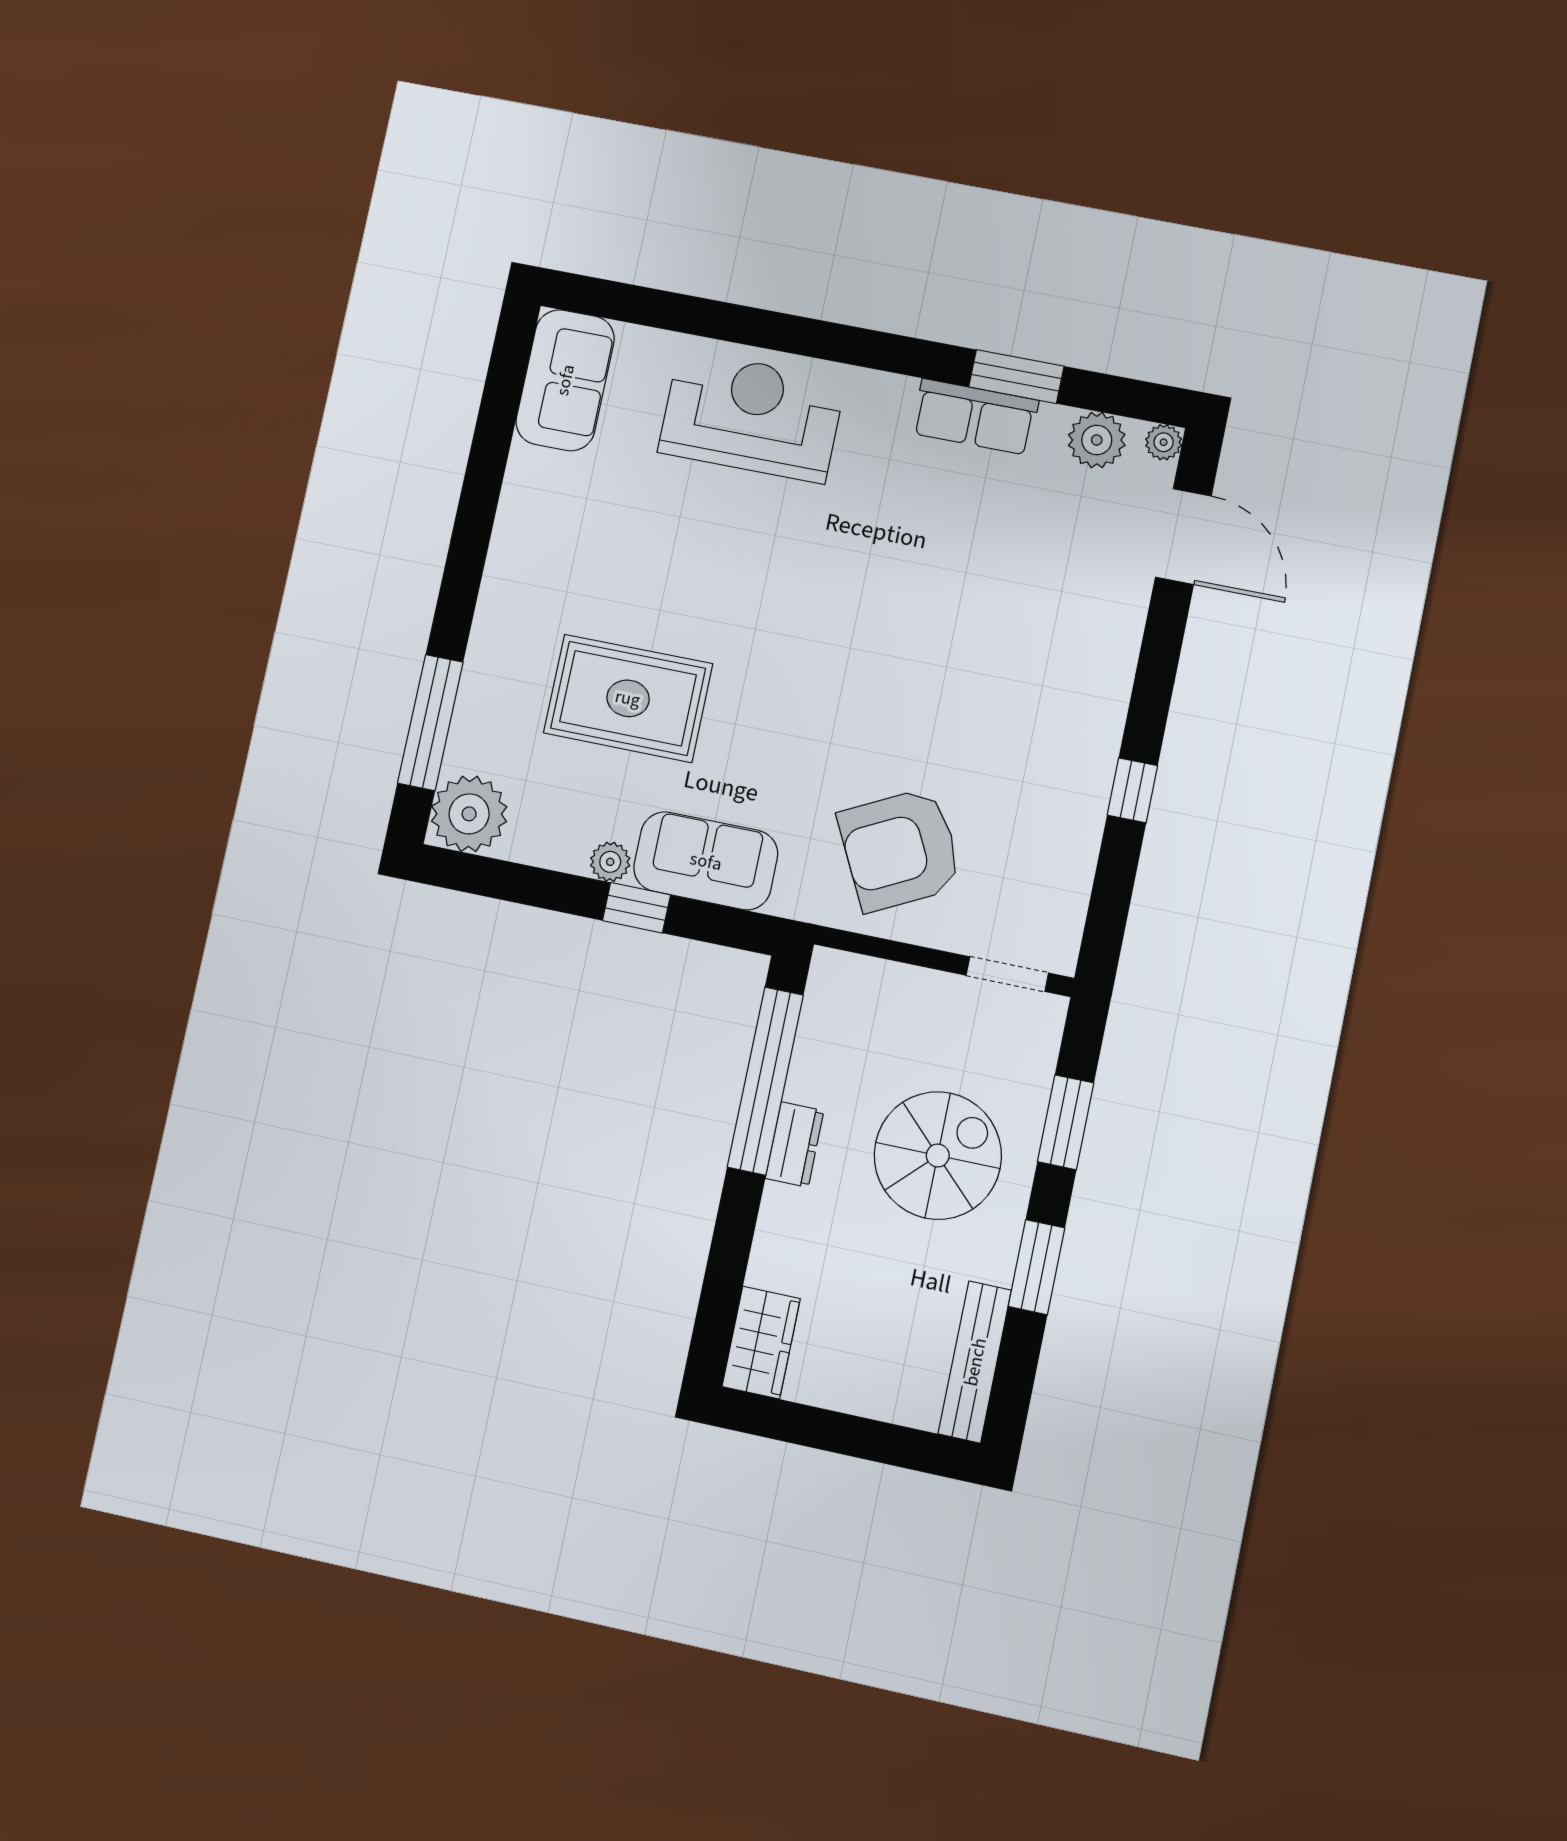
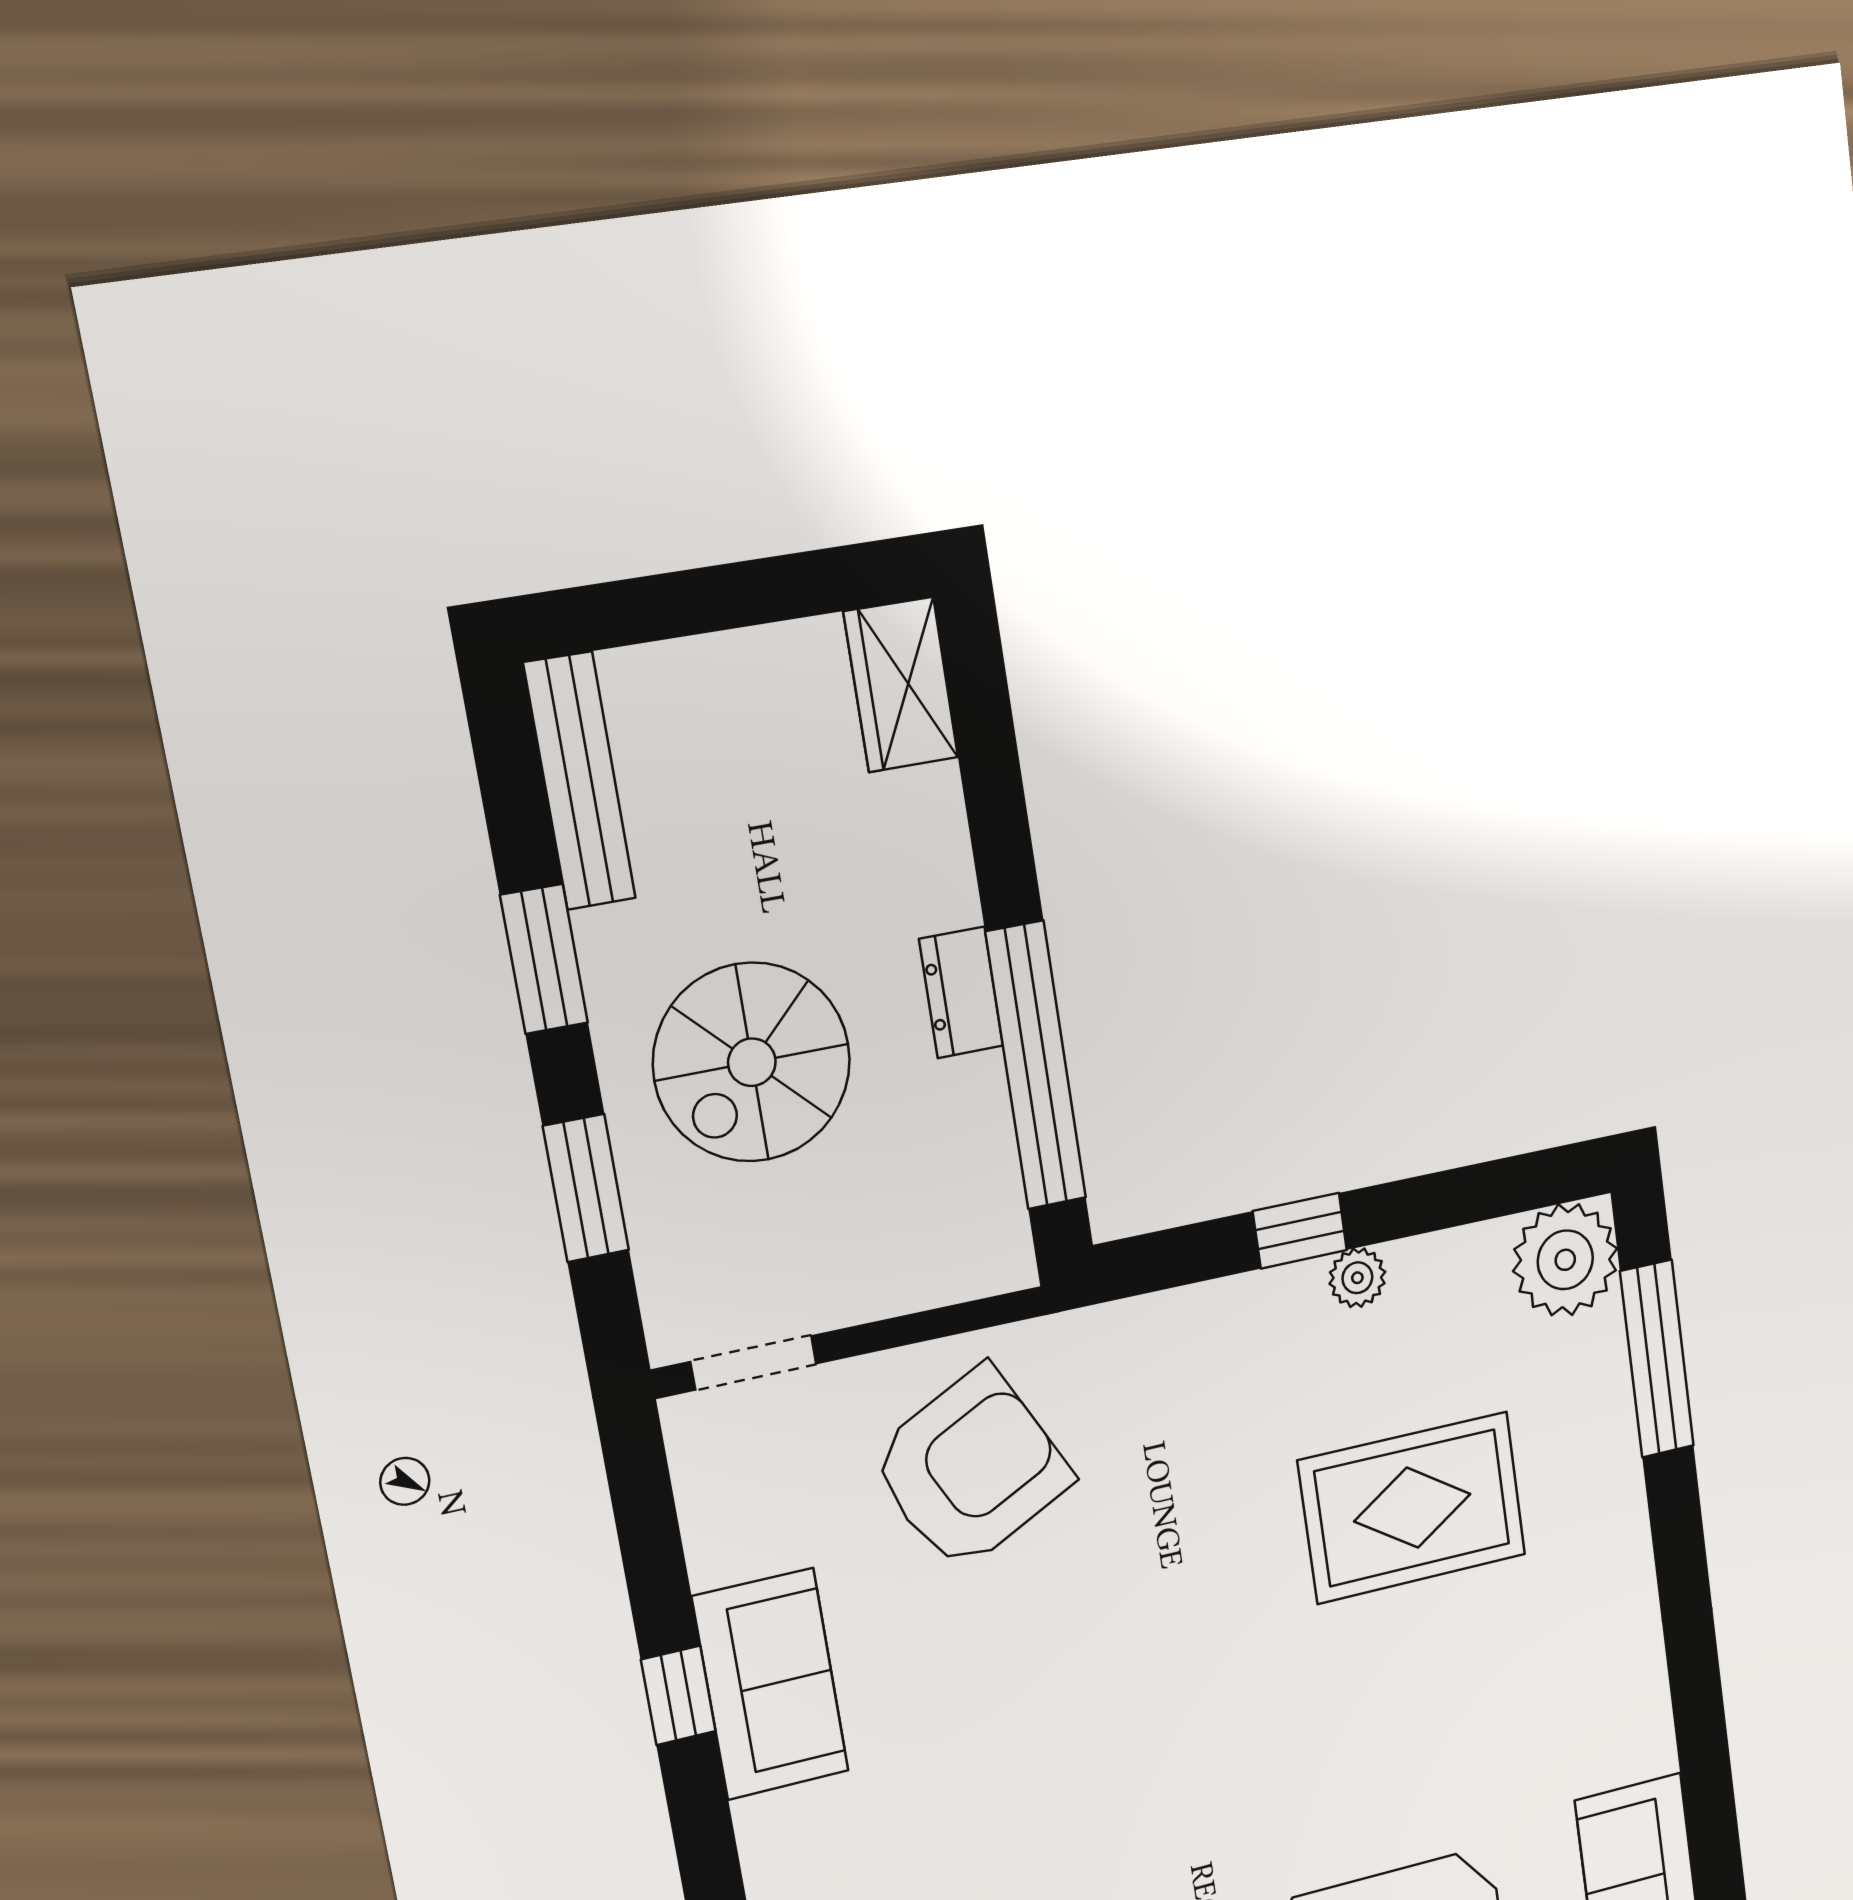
sofa: (706, 861) -> (771, 1684), moved, turned -90

